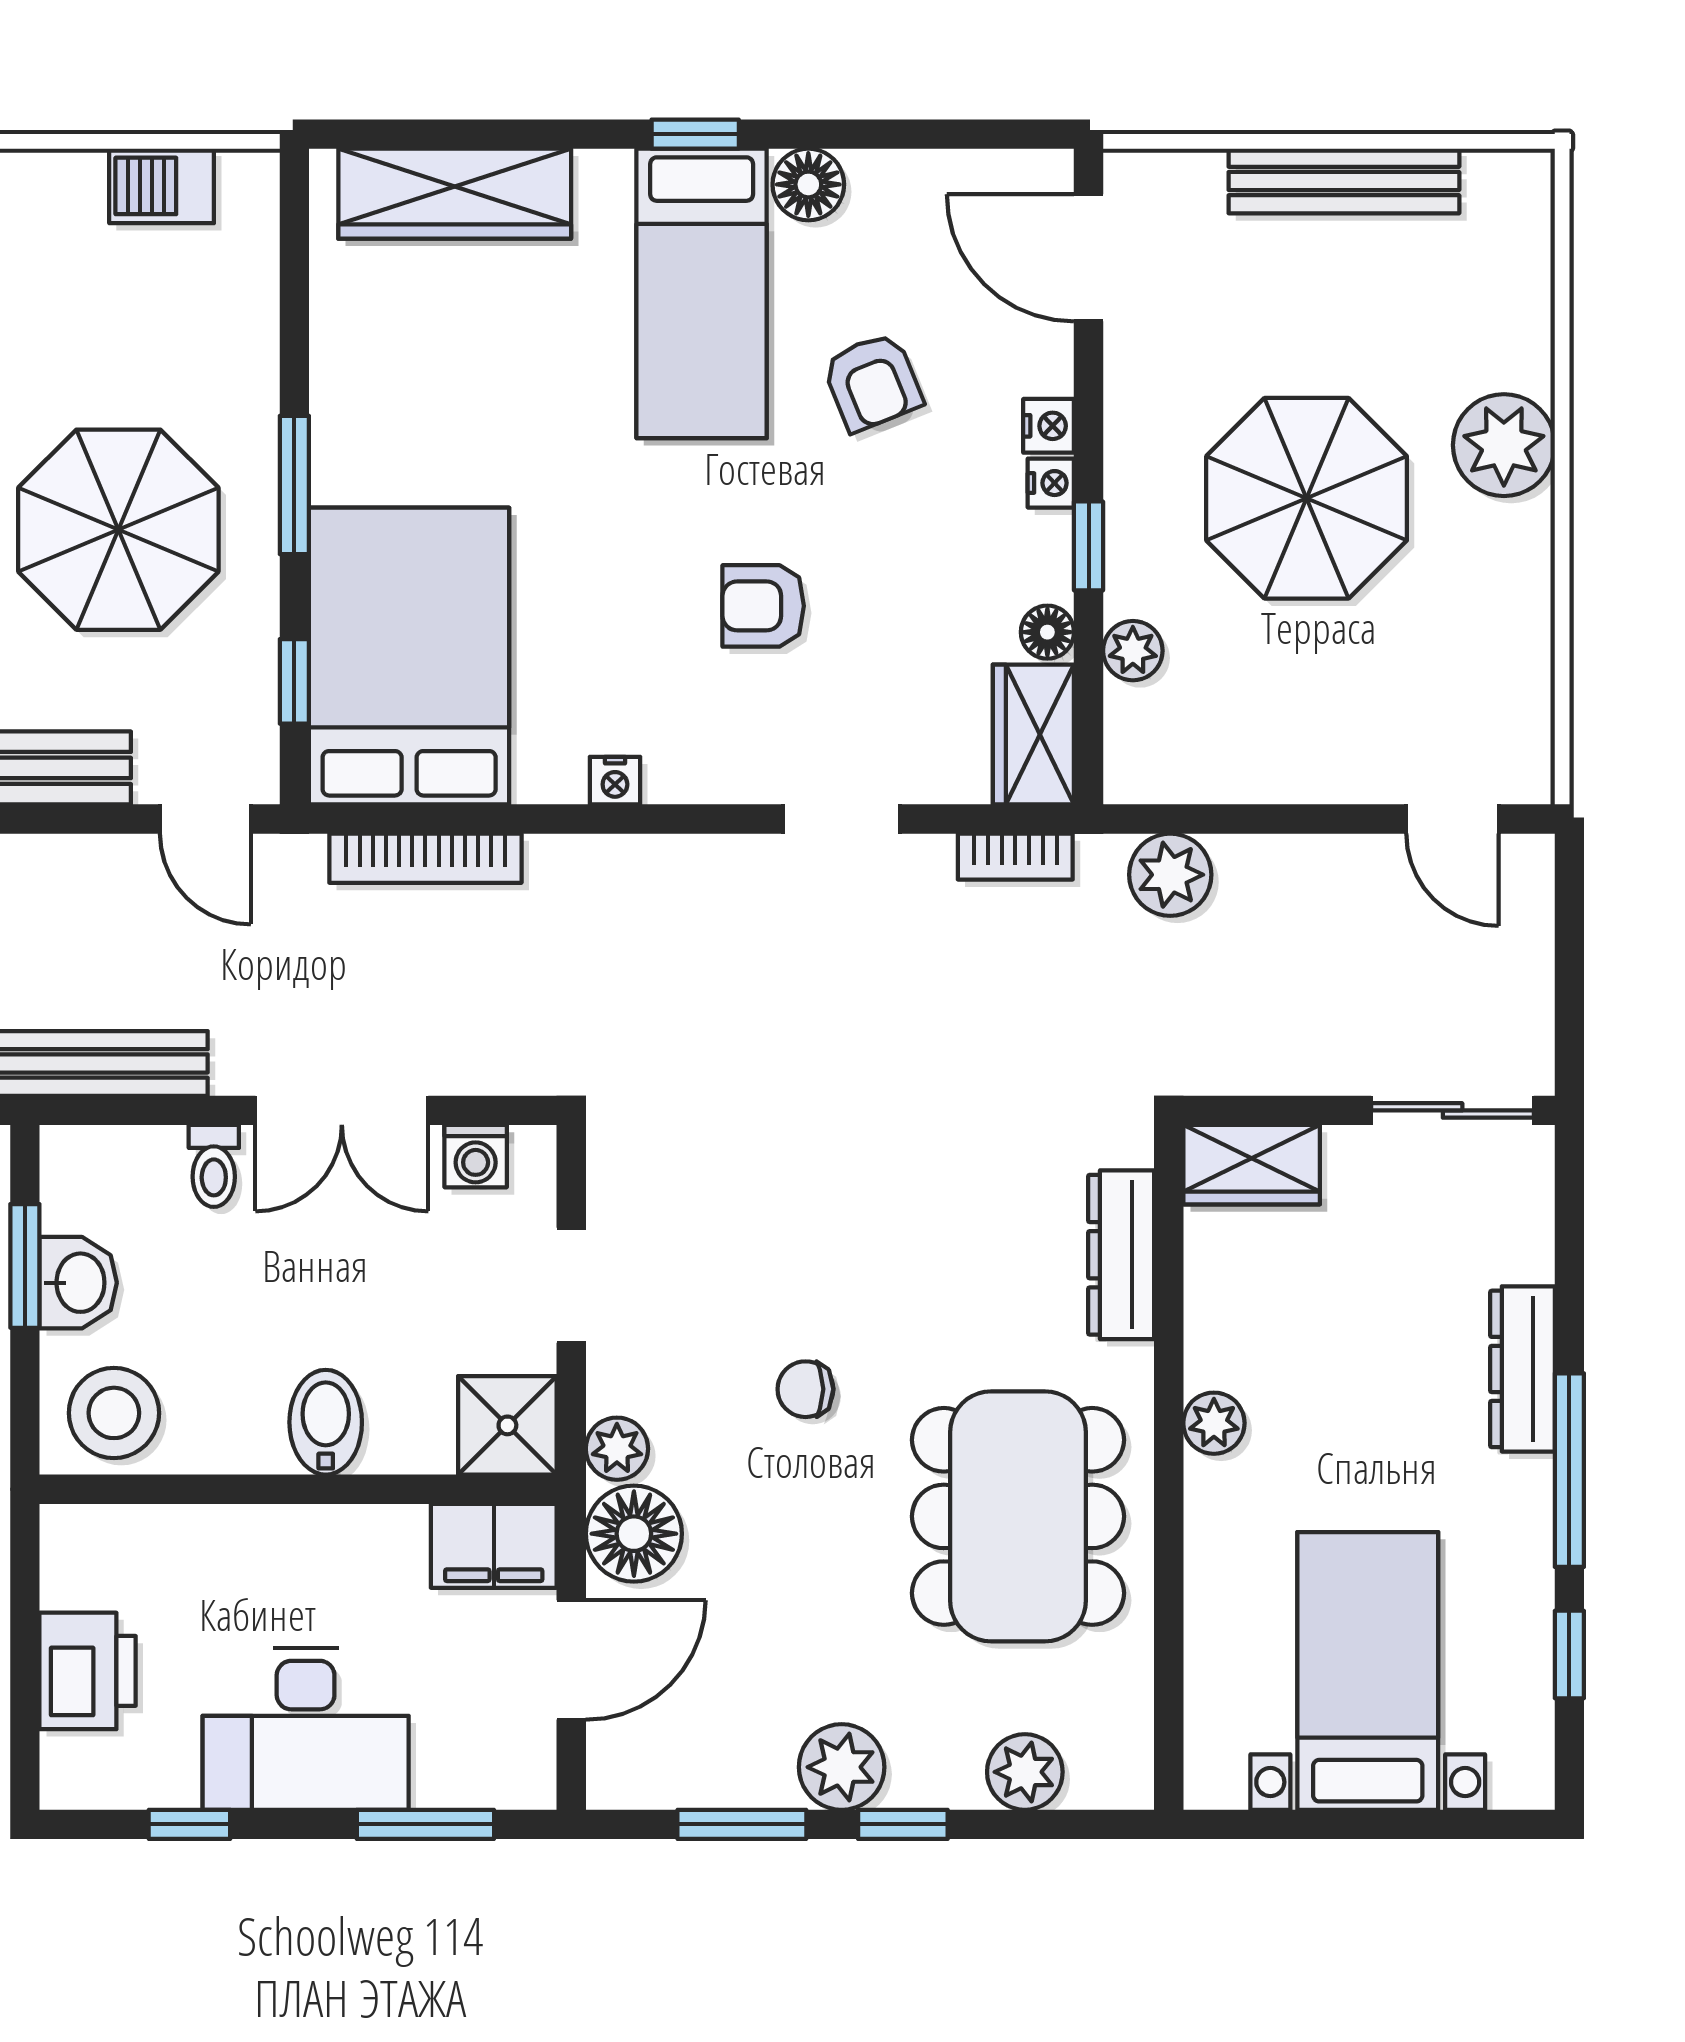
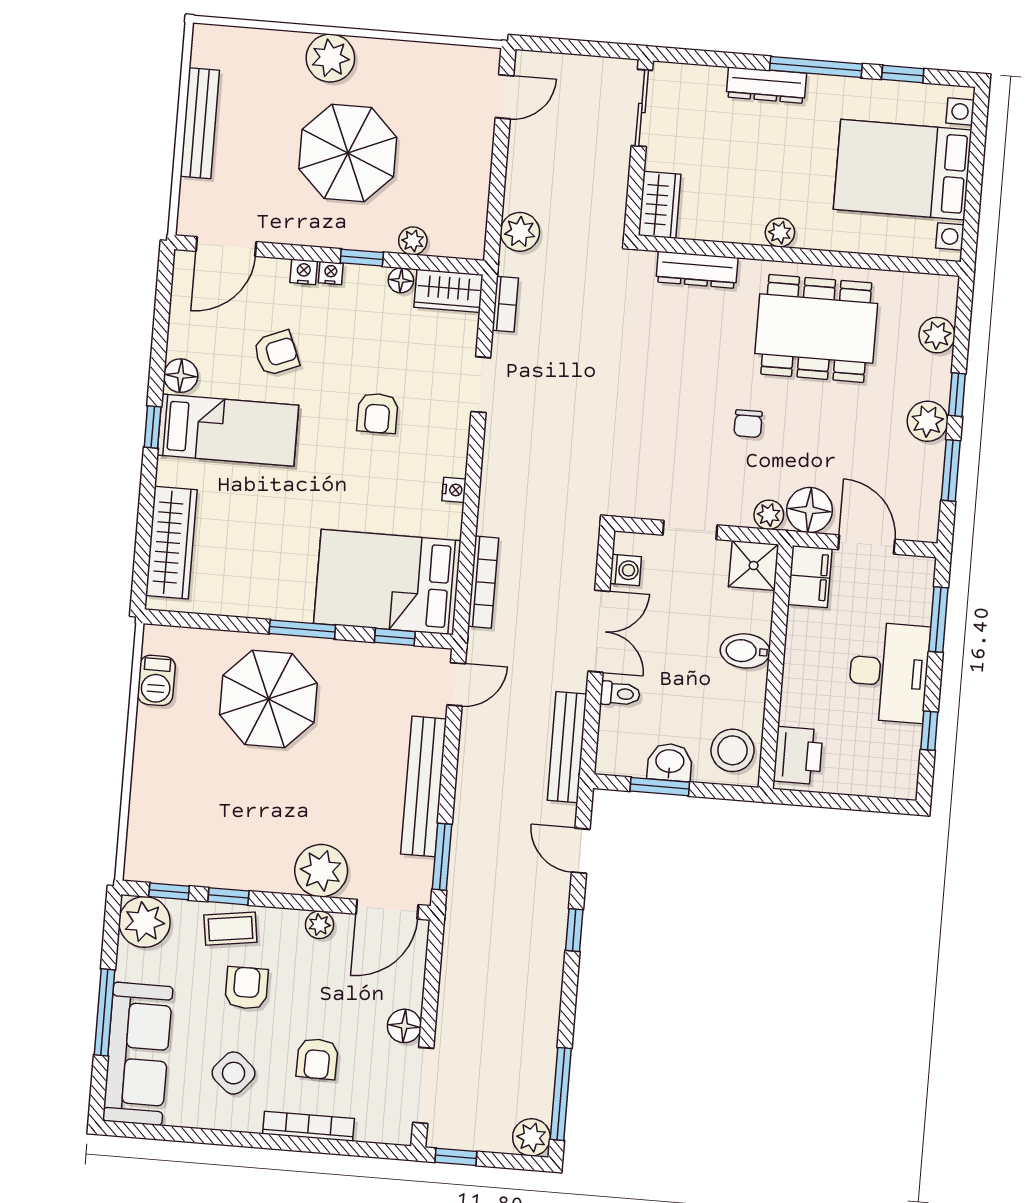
parasol: (118, 530) -> (268, 699), moved
printer: (88, 1671) -> (798, 755), moved, turned 90
bed with nightstands: (1368, 1671) -> (903, 170), width x1.36

